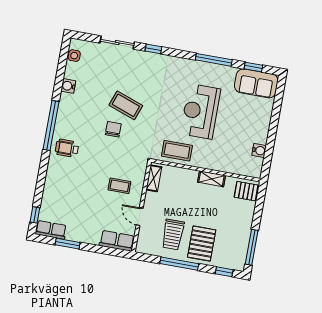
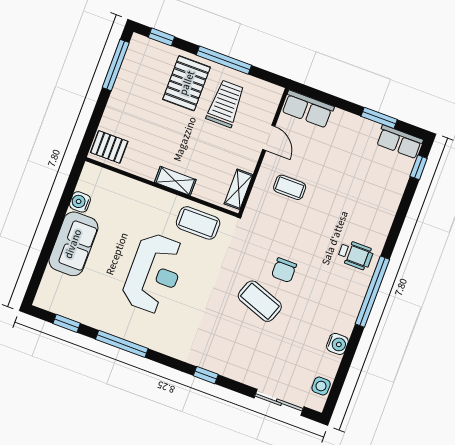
sliding door: (117, 42) -> (279, 402), moved
sofa: (256, 83) -> (73, 244), moved, turned 90
shelving: (212, 179) -> (175, 181), moved

